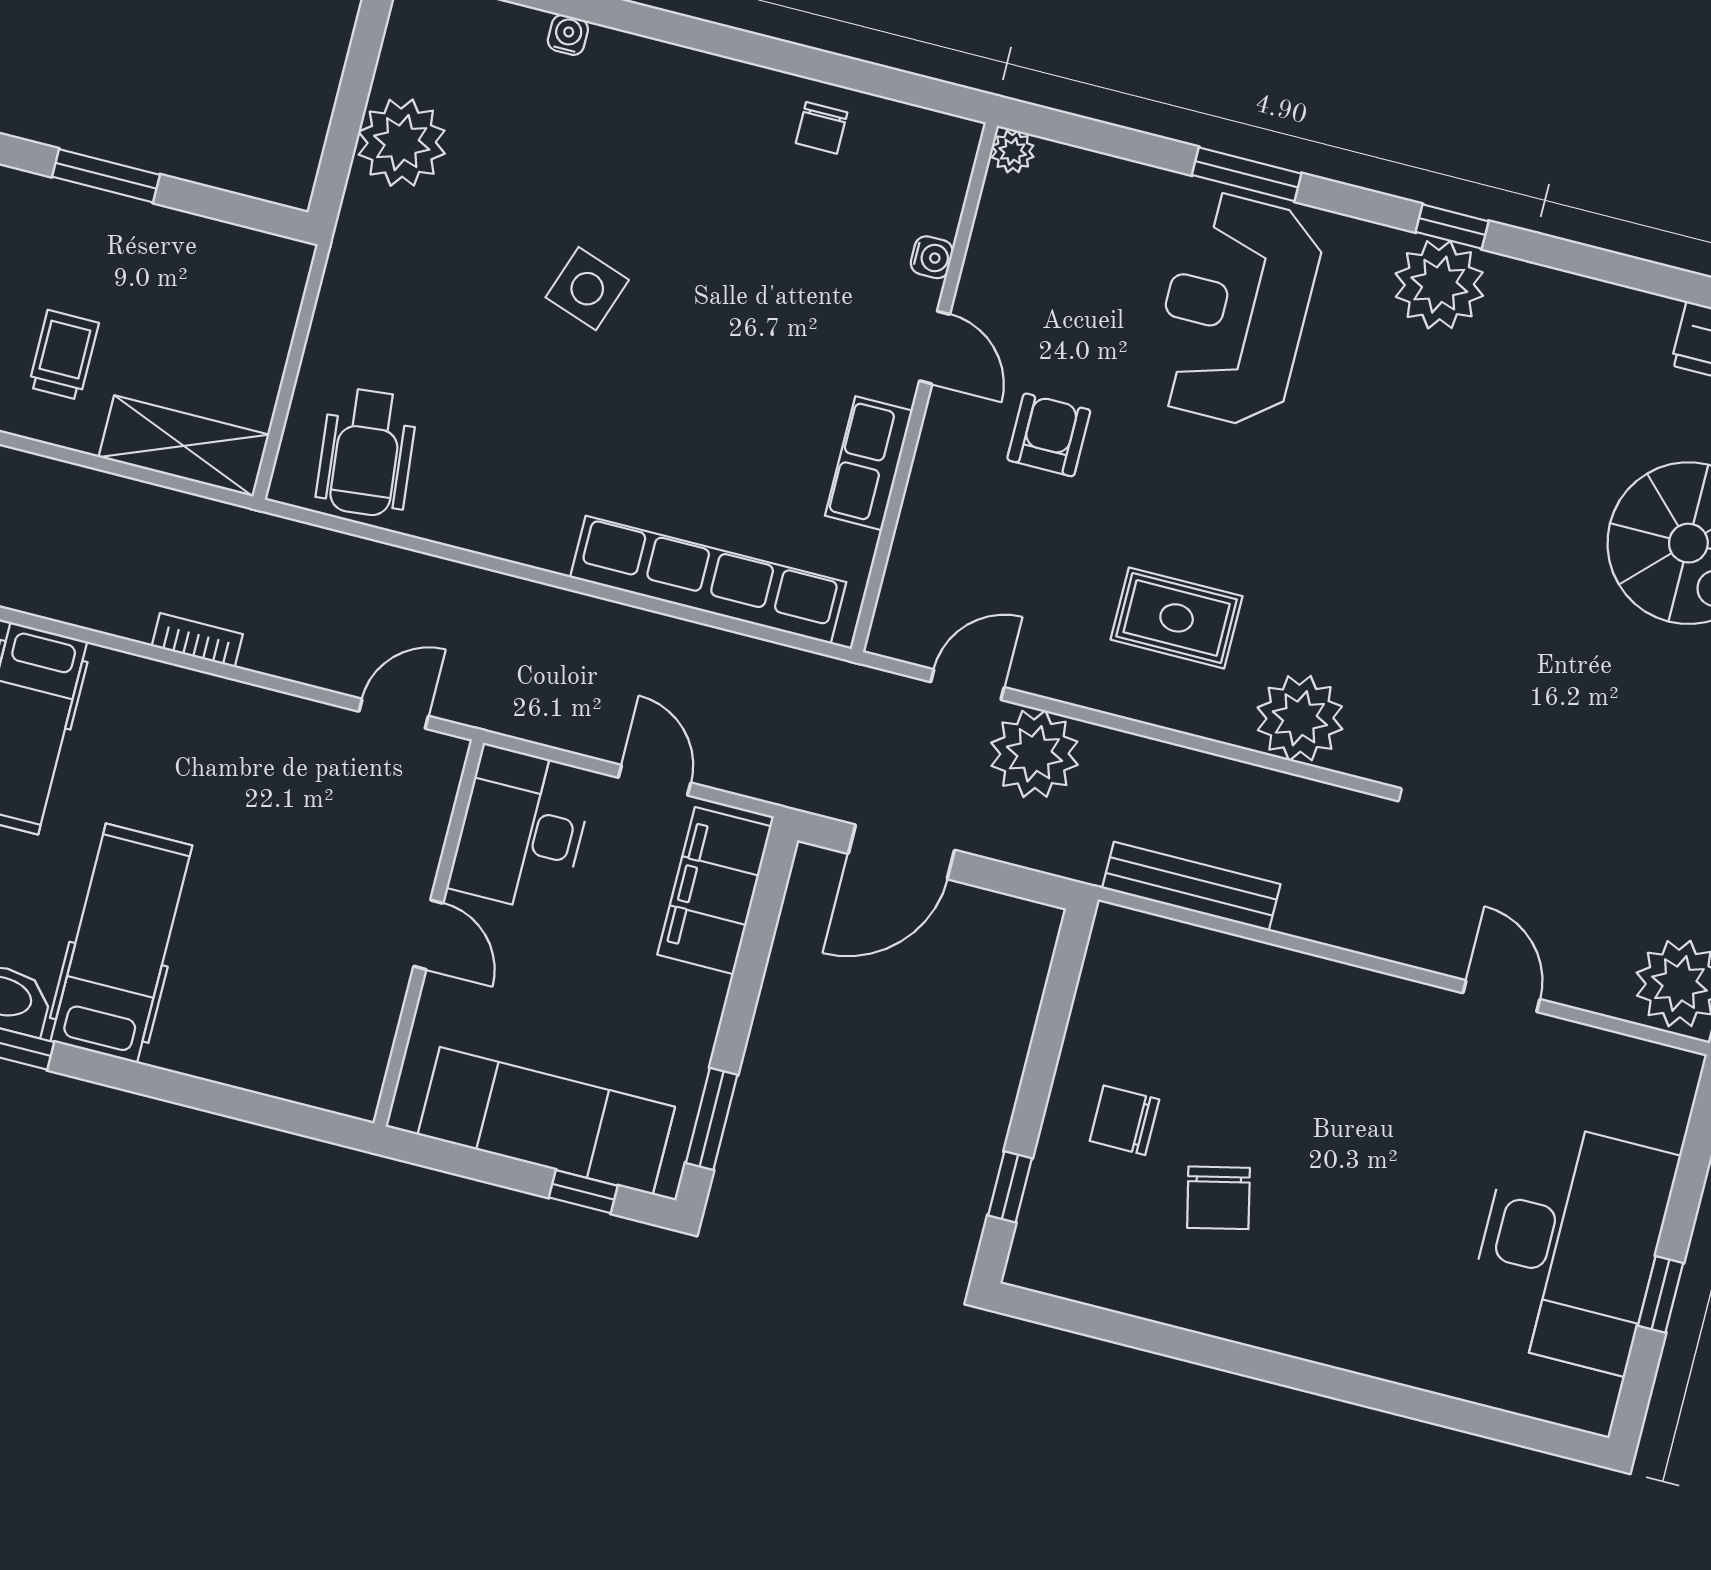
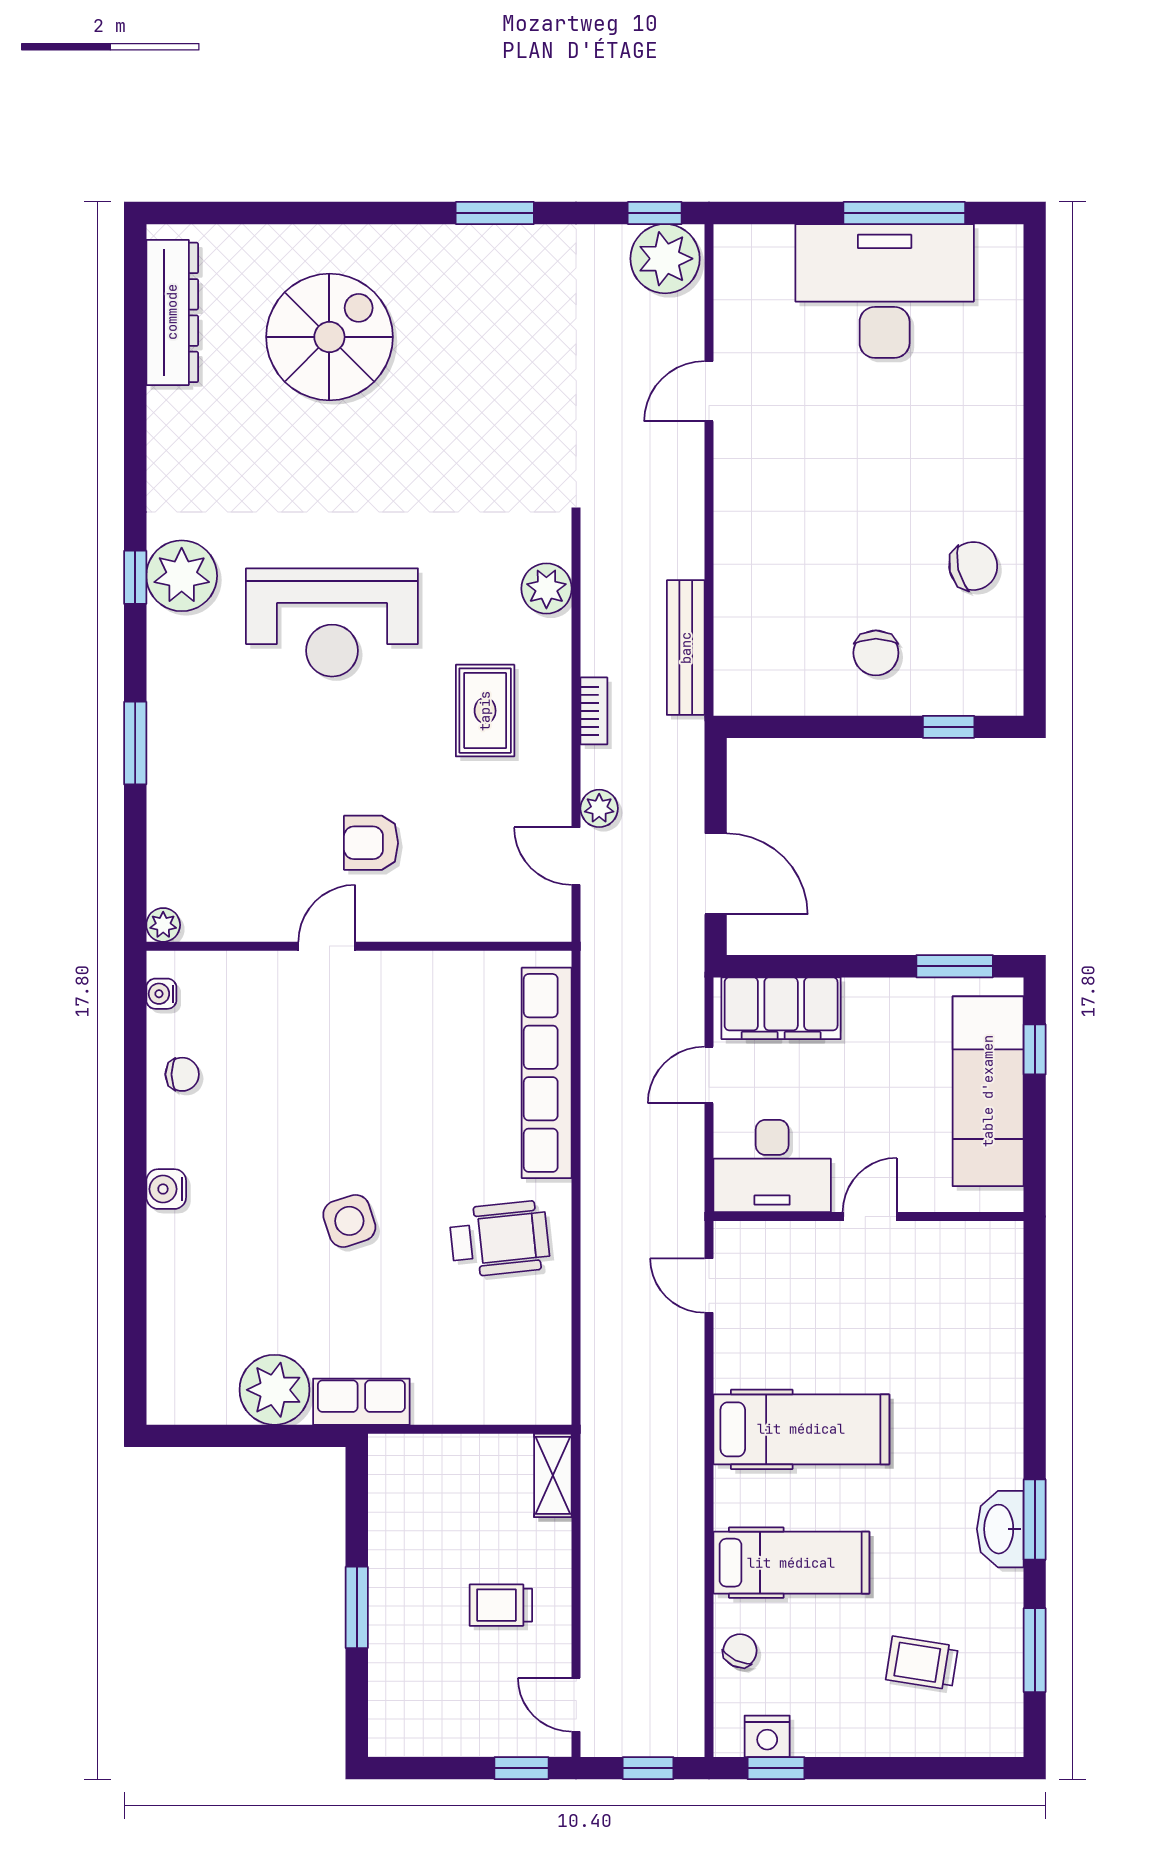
water cooler: (568, 35) -> (166, 1189), moved, width x1.38, depth x1.38
water cooler: (932, 257) -> (161, 994), moved, turned -90
side table: (587, 289) -> (349, 1221), turned -37
reception desk: (1235, 310) -> (332, 622), moved
shelving: (184, 446) -> (553, 1475), width x0.67, depth x0.75
wheelchair: (367, 452) -> (500, 1239), moved
row of seats: (869, 463) -> (361, 1402), moved, turned 180
bookcase: (197, 640) -> (594, 711), moved, turned 180
plant: (1300, 718) -> (546, 589), width x0.73, depth x0.73
plant: (1034, 754) -> (599, 808), width x0.53, depth x0.53
hospital bed: (121, 943) -> (801, 1429), moved, turned 180
chair: (1218, 1198) -> (973, 566), moved
window: (1661, 1294) -> (904, 213), width x2.17

